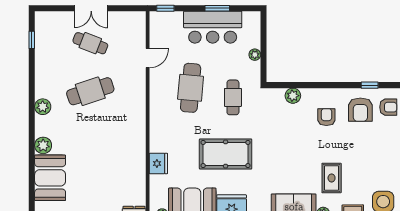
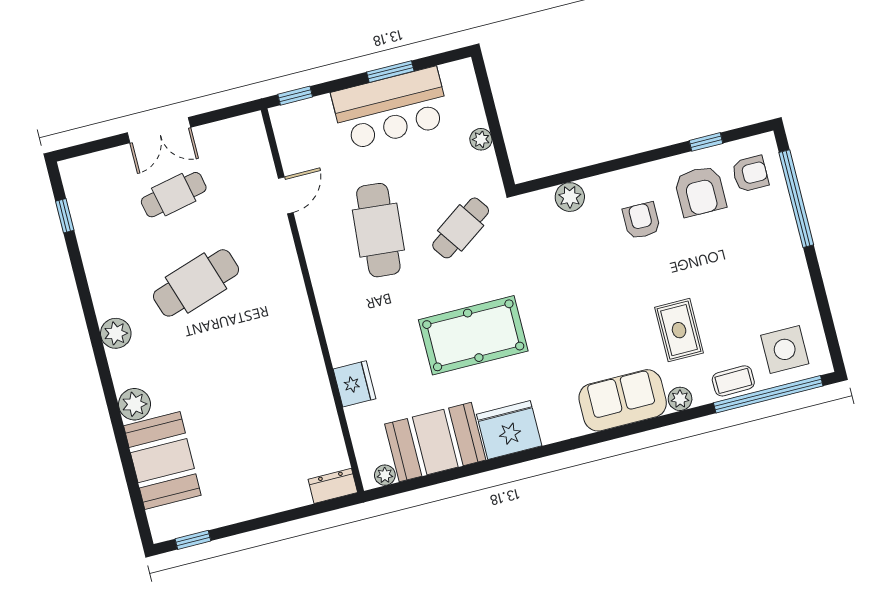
cafe table: (90, 43) -> (174, 195), turned -33
cafe table: (233, 97) -> (461, 228), turned 55

